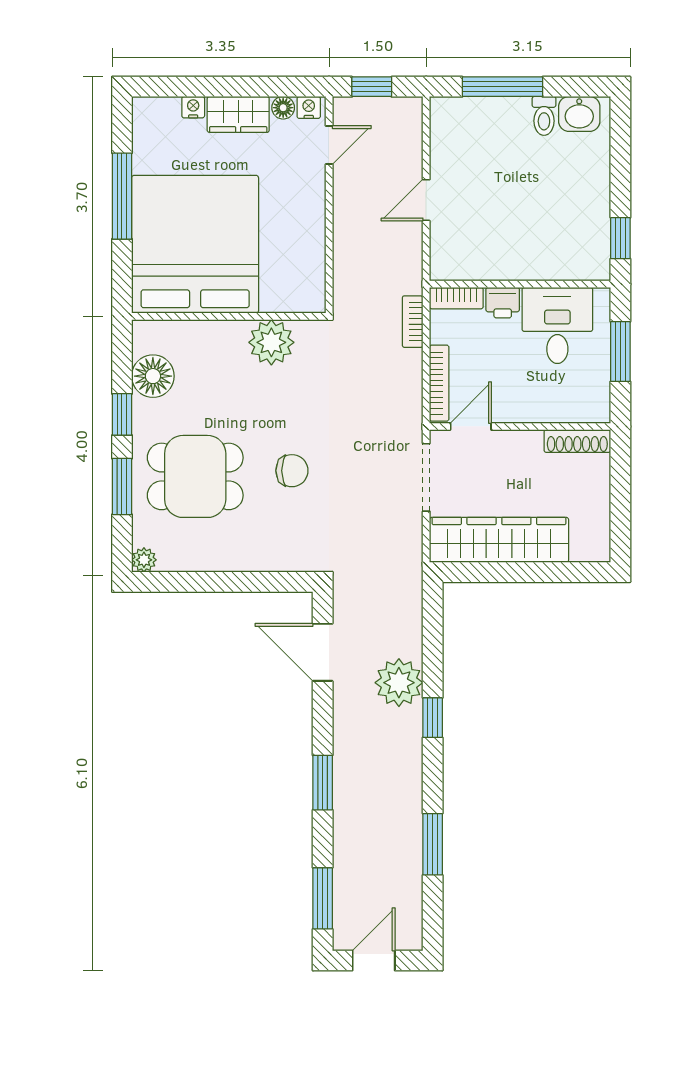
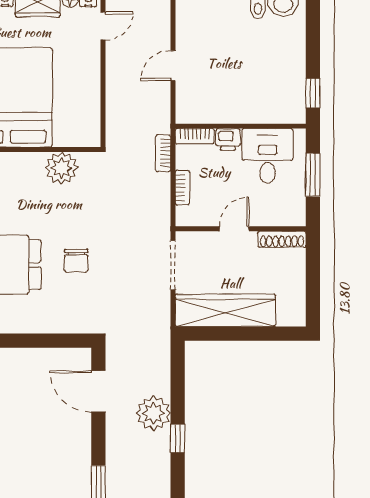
bookcase: (439, 383) -> (182, 188), width x0.64
door: (471, 426) -> (234, 229), moved
chair: (292, 471) -> (76, 261), turned 90

